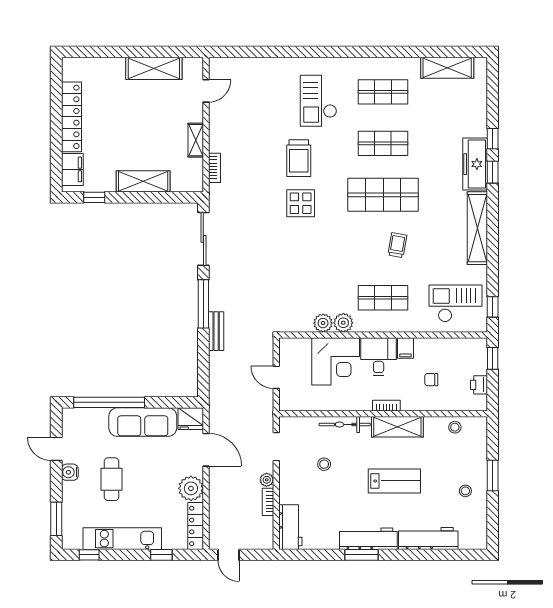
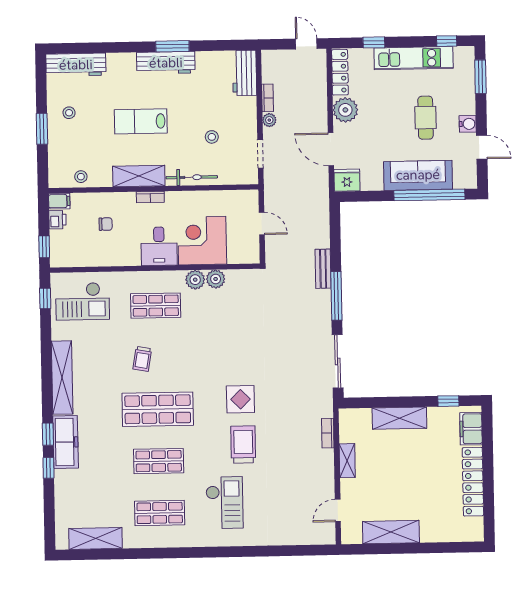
filing cabinet: (405, 348) -> (59, 201), moved, turned 90
sofa: (143, 422) -> (418, 175), moved
workbench: (428, 538) -> (76, 65), moved

